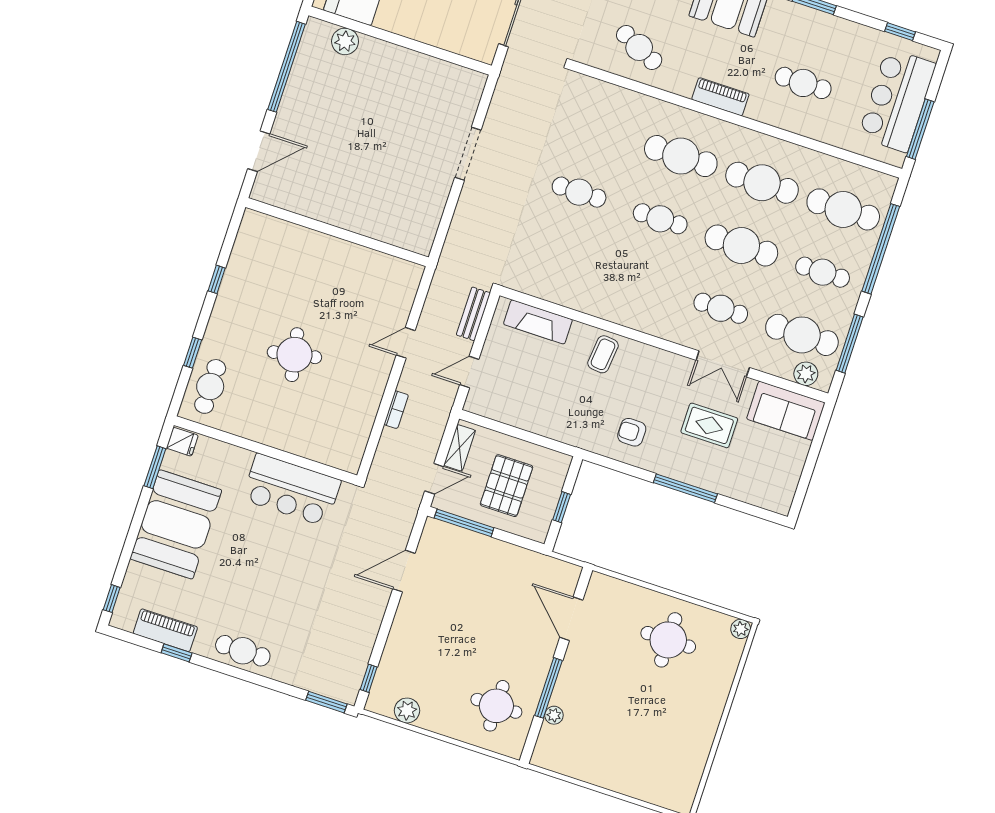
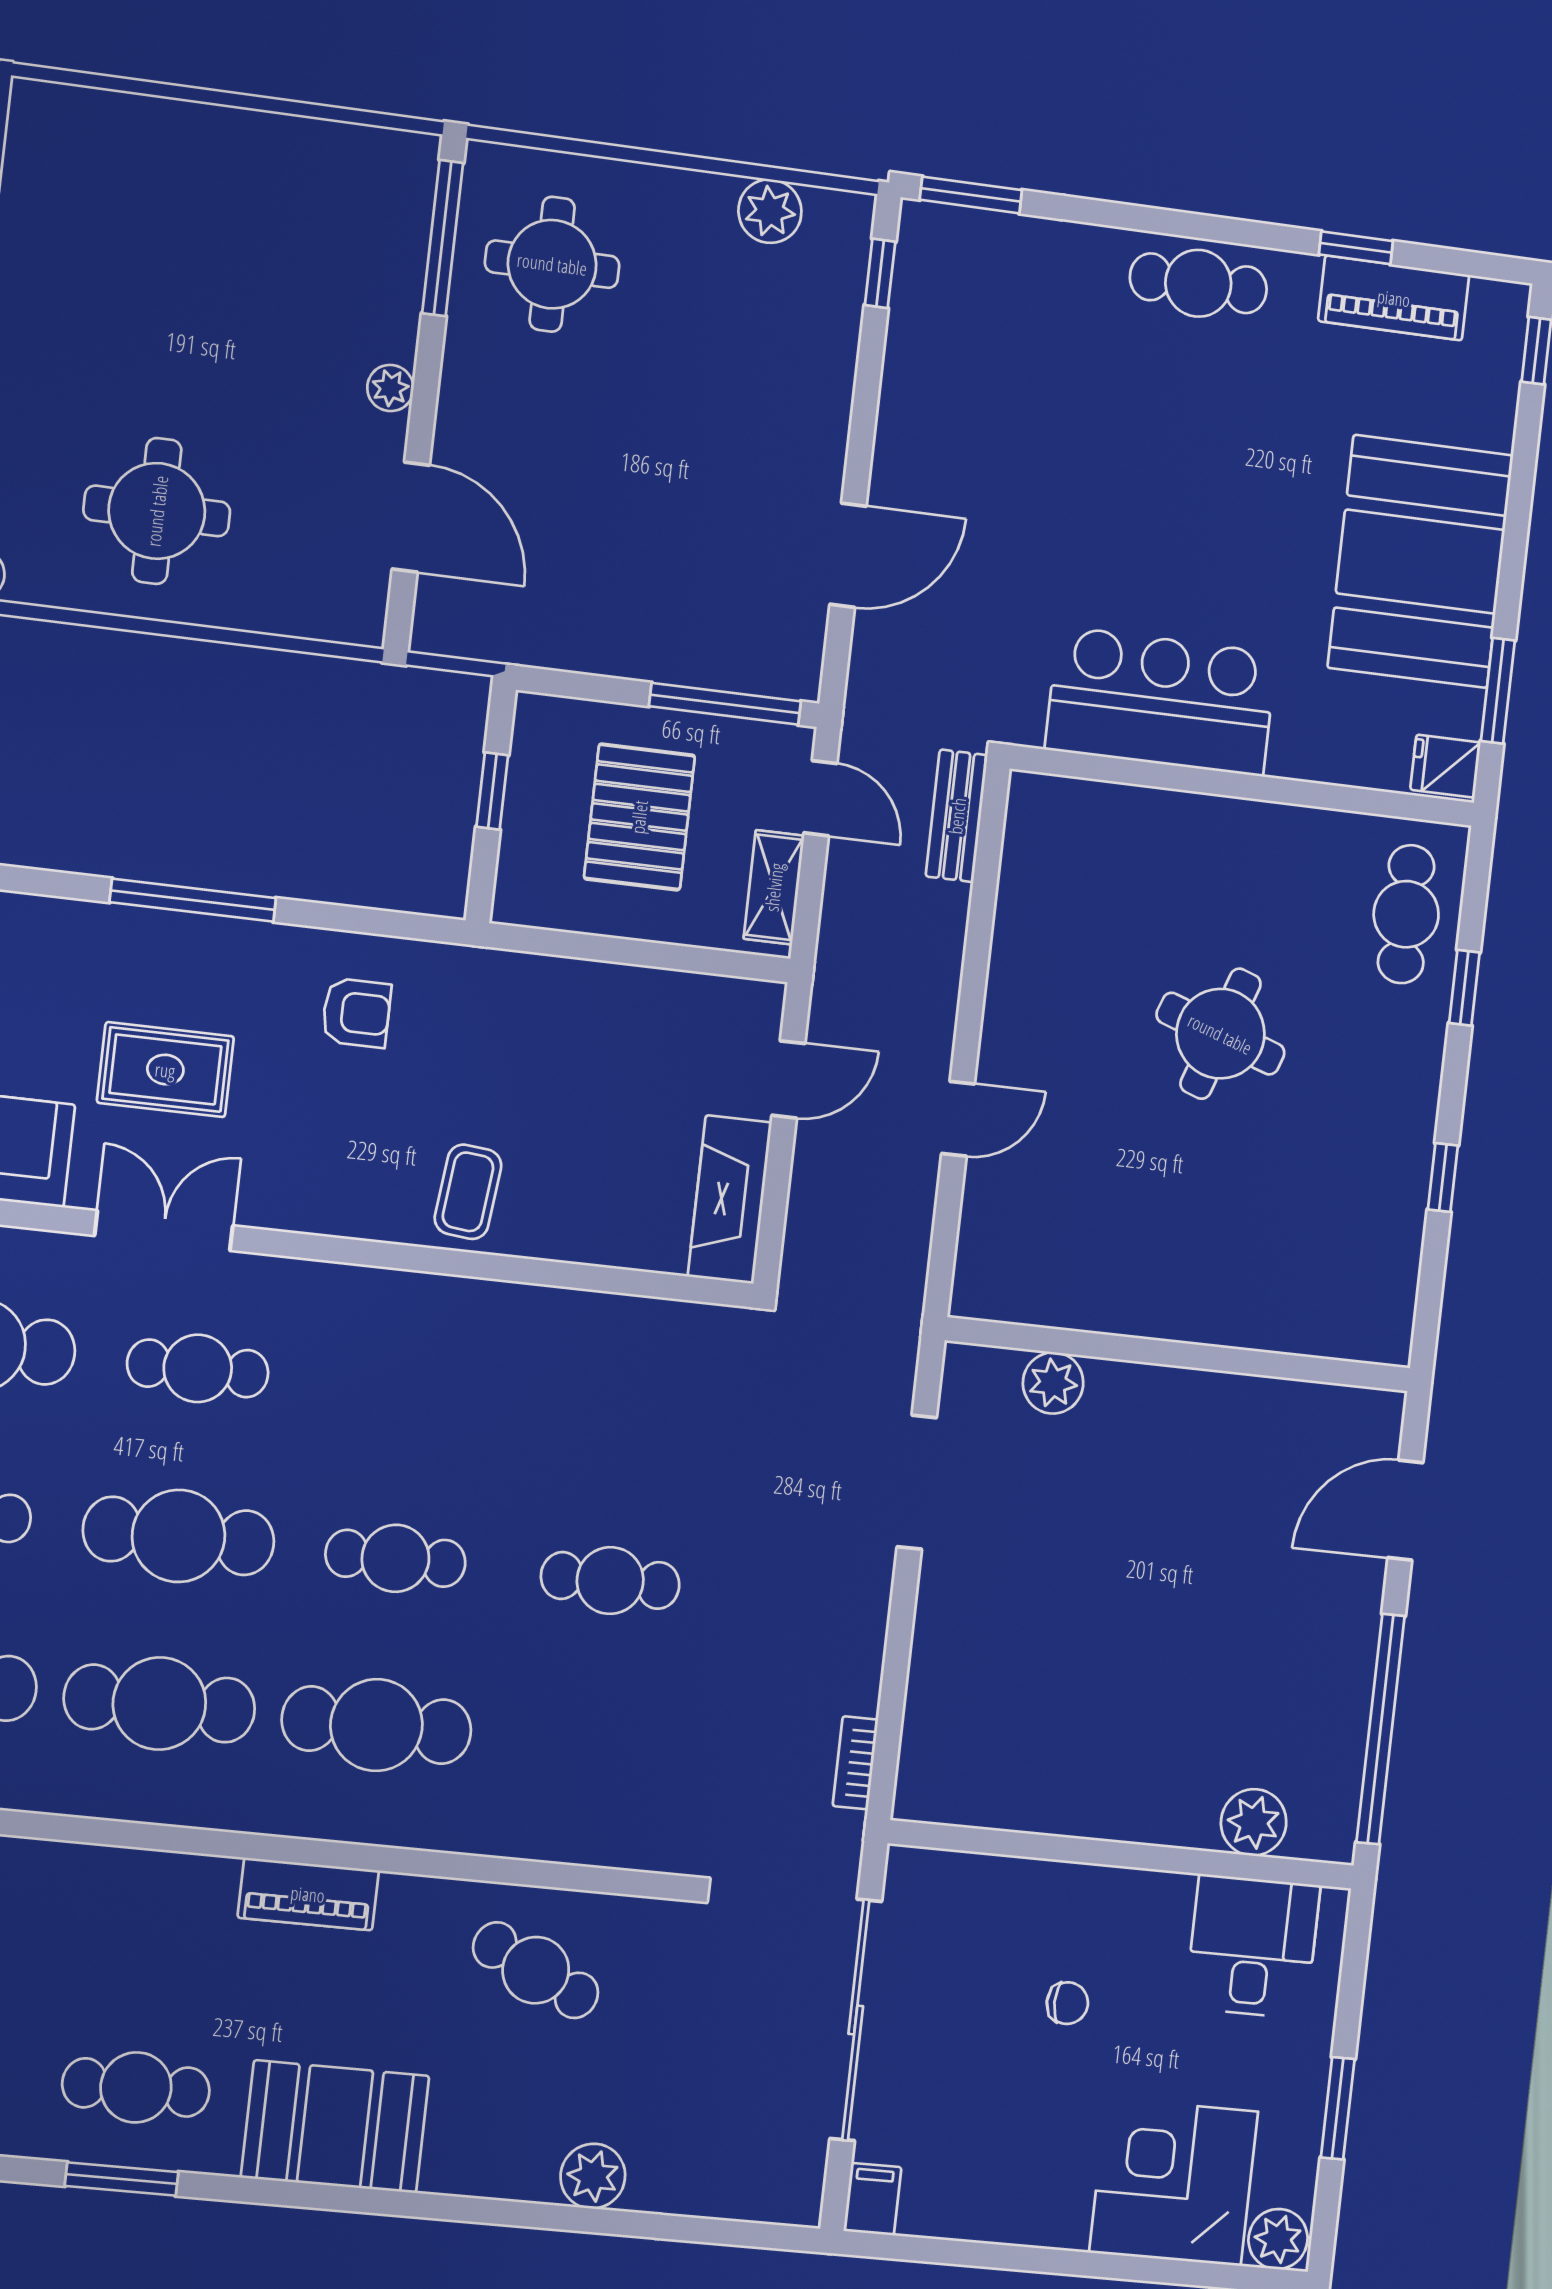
cafe table: (803, 83) -> (136, 2087), moved
doorway: (468, 154) -> (917, 1482), moved
plant: (389, 232) -> (1053, 1383), added
bench: (473, 314) -> (957, 816), moved
fireplace: (538, 322) -> (730, 1200), moved, turned -90
round table: (294, 355) -> (1220, 1034), turned 30
bookcase: (396, 410) -> (855, 1763), moved
door: (434, 479) -> (820, 798), swing flipped
window: (548, 688) -> (443, 238), moved
plant: (554, 715) -> (390, 388), moved

